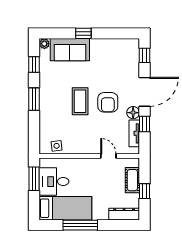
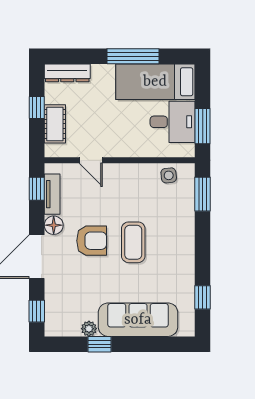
window: (83, 33) -> (100, 344), moved
plant: (44, 44) -> (89, 329), moved
sofa: (70, 50) -> (138, 320), width x1.36
window: (34, 99) -> (203, 194), moved
armchair: (108, 102) -> (92, 241), turned 90
window: (144, 124) -> (37, 189), moved

